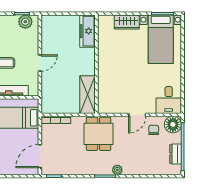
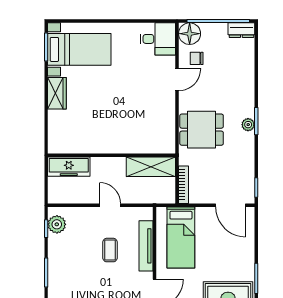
freezer: (87, 31) -> (69, 167), moved
wall: (96, 64) -> (112, 155), moved
shelving: (87, 95) -> (151, 167), moved
door: (137, 115) -> (177, 80), hinge flipped
dresser: (176, 154) -> (241, 30), moved
plant: (117, 170) -> (248, 125), moved

